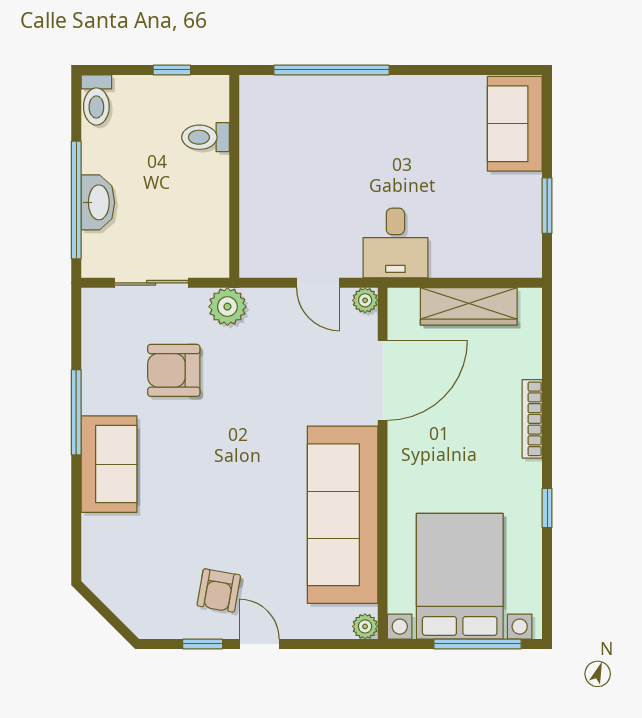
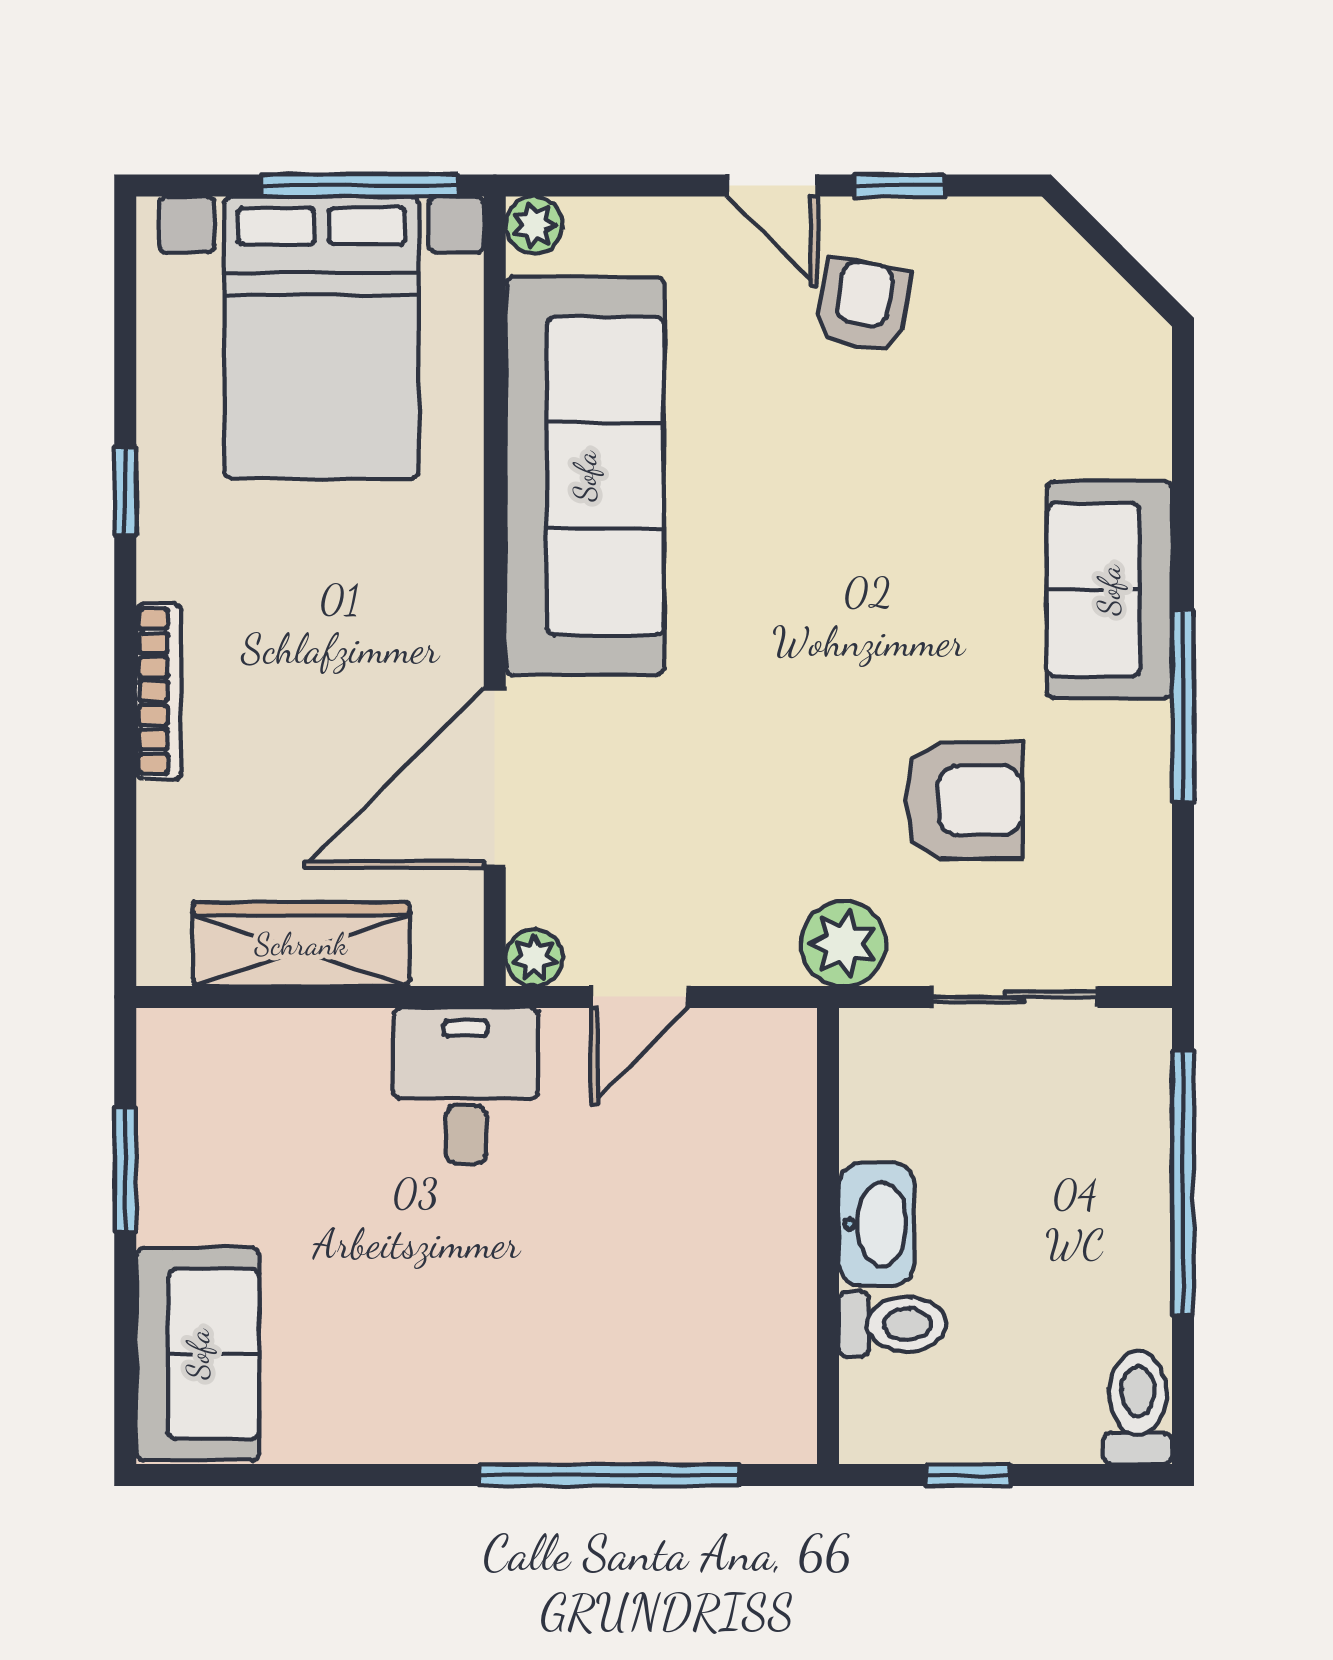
washbasin: (98, 202) -> (877, 1224), moved, turned 180
door: (318, 283) -> (640, 997), swing flipped
window: (477, 644) -> (359, 186), moved

